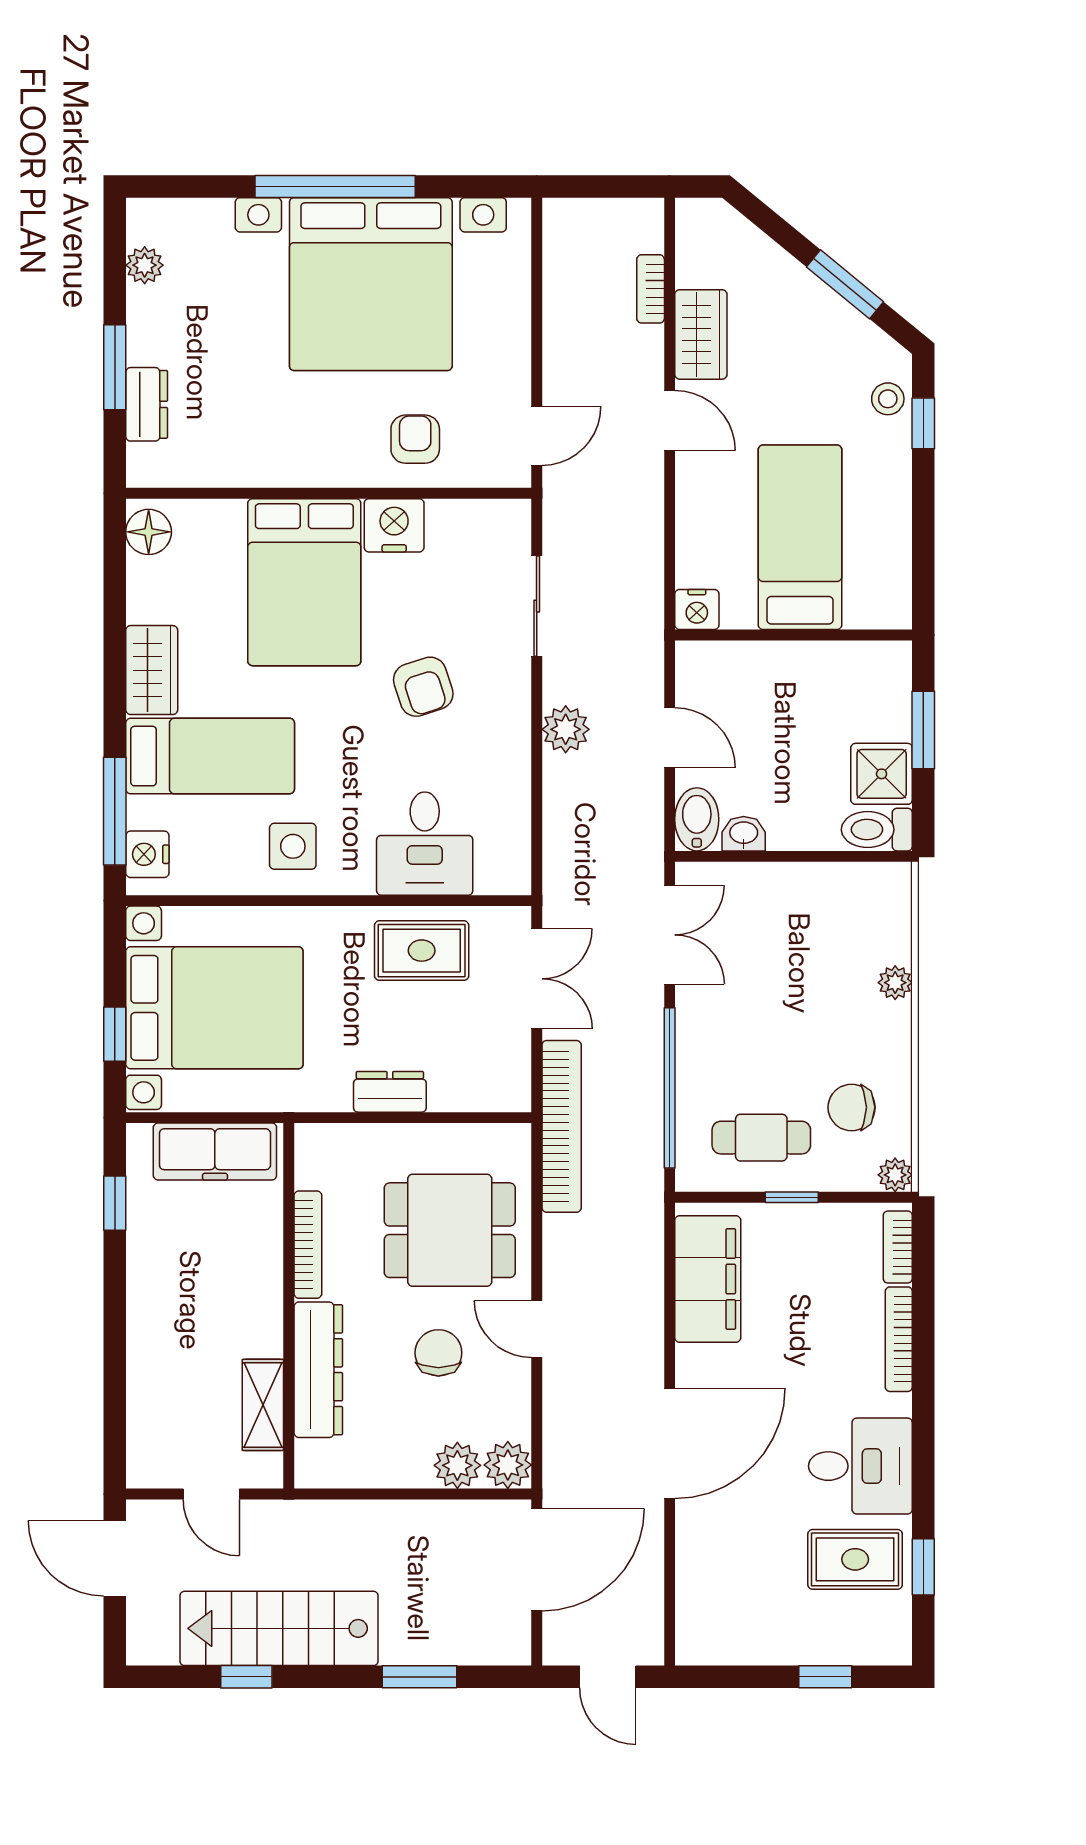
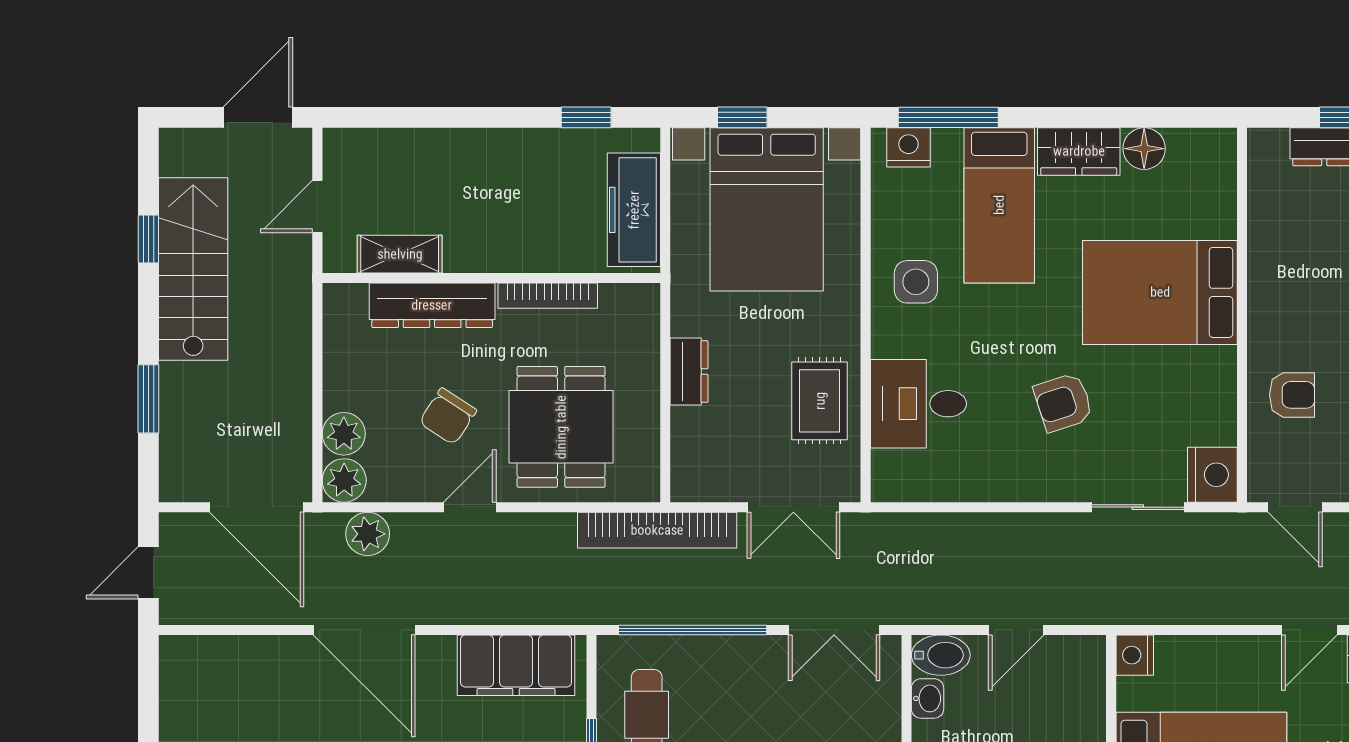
nightstand: (394, 525) -> (1212, 475), moved
floor lamp: (149, 532) -> (1144, 149), moved
plant: (566, 729) -> (368, 534), moved
chair: (438, 1353) -> (448, 416), turned 123

